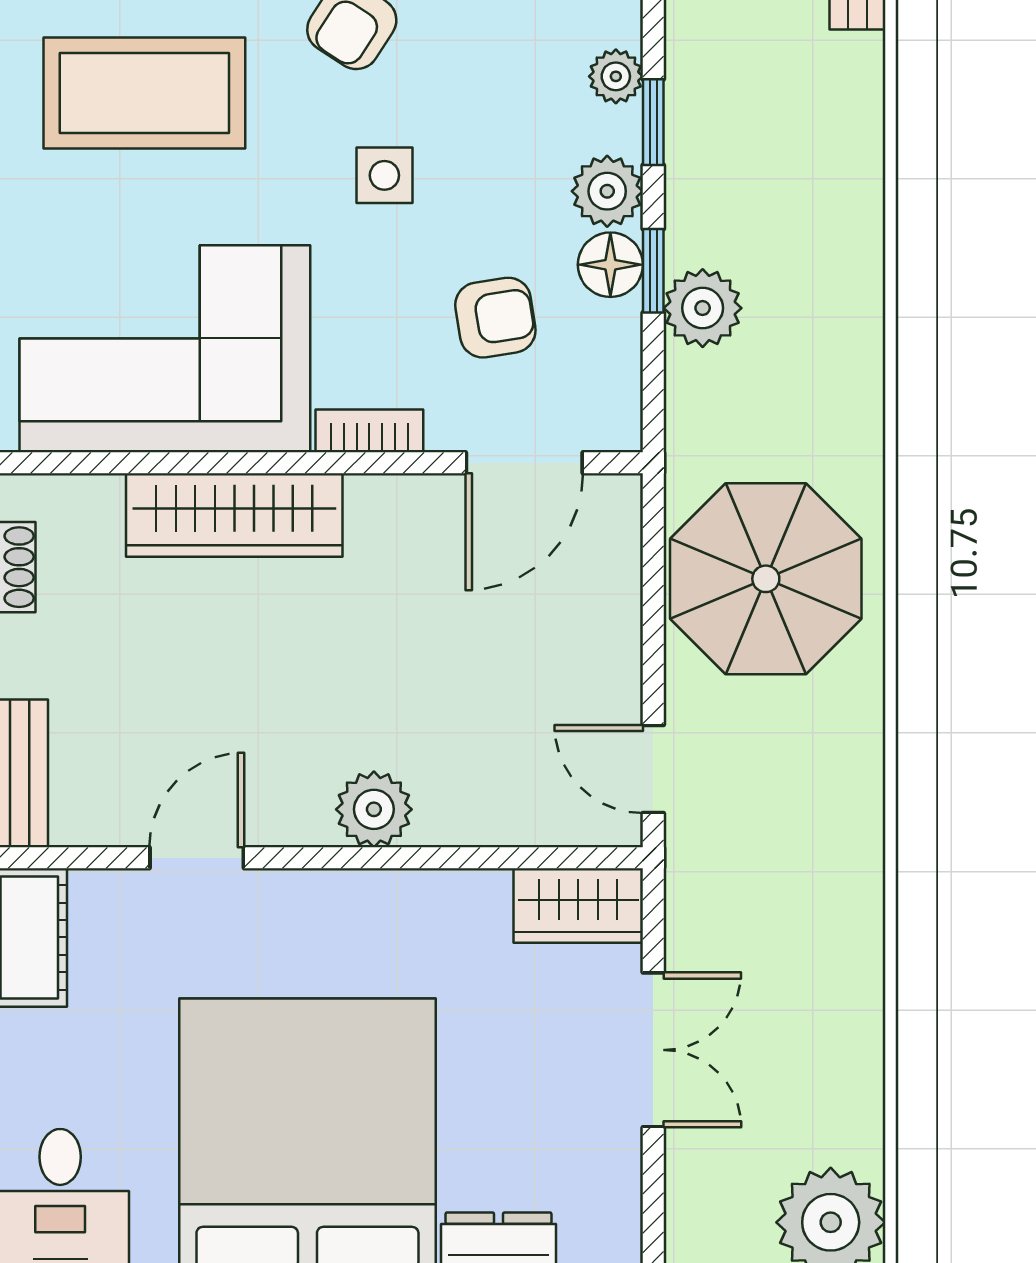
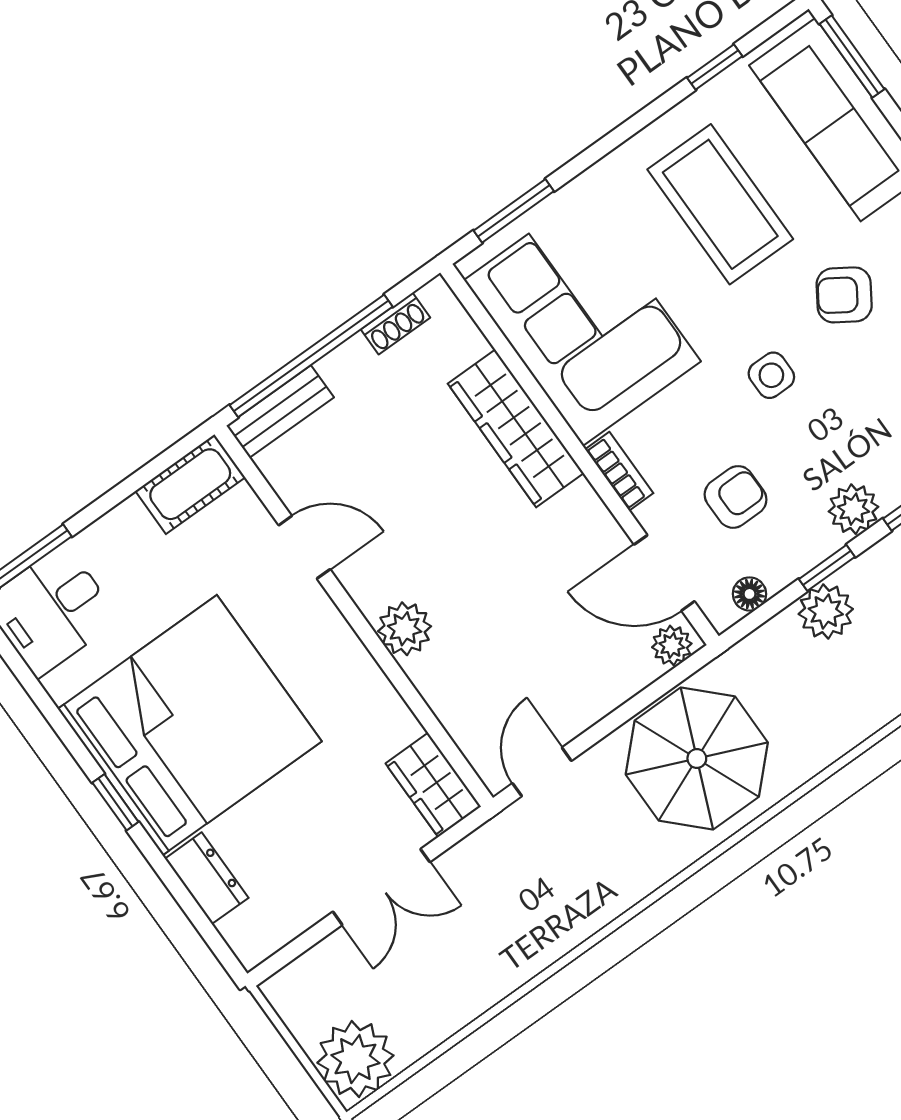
floor lamp: (610, 265) -> (749, 594), moved, width x0.73, depth x0.73
armchair: (495, 318) -> (736, 497), turned -81
plant: (614, 514) -> (672, 645), added

